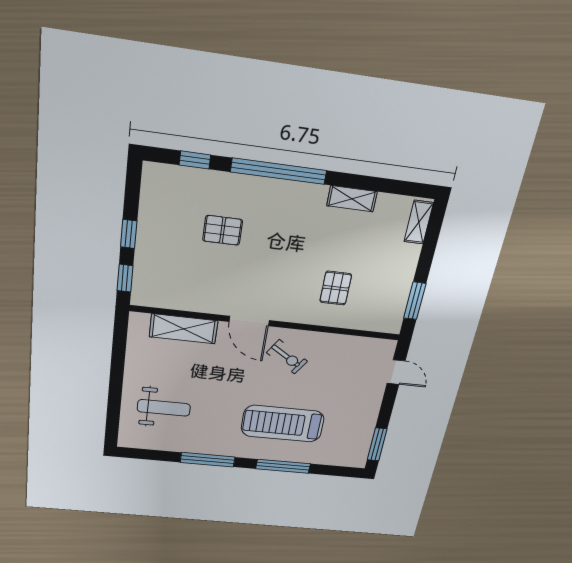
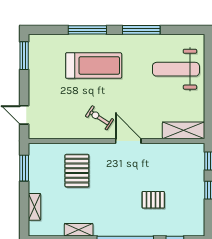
shelving: (419, 222) -> (35, 207), moved
pallet: (336, 288) -> (77, 171), width x1.50, depth x1.42
shelving: (184, 329) -> (184, 130), moved
weight bench: (164, 408) -> (176, 69), width x1.36, depth x1.33

